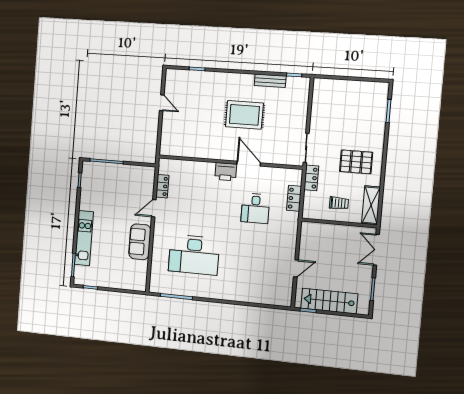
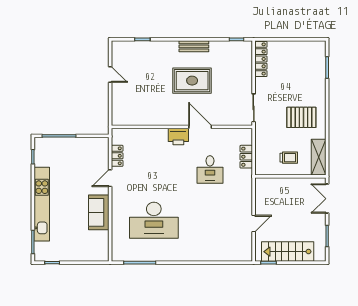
bench: (270, 81) -> (194, 46), moved
locker: (311, 178) -> (261, 59), moved, width x1.53
kitchen unit: (84, 238) -> (42, 204), width x1.36

